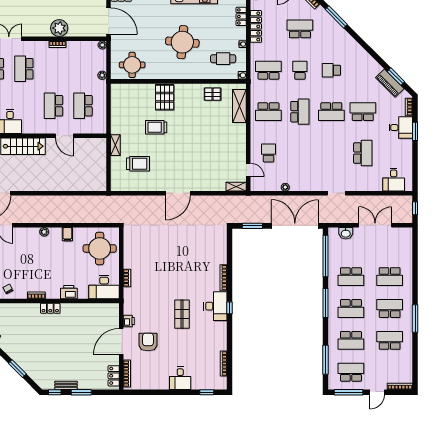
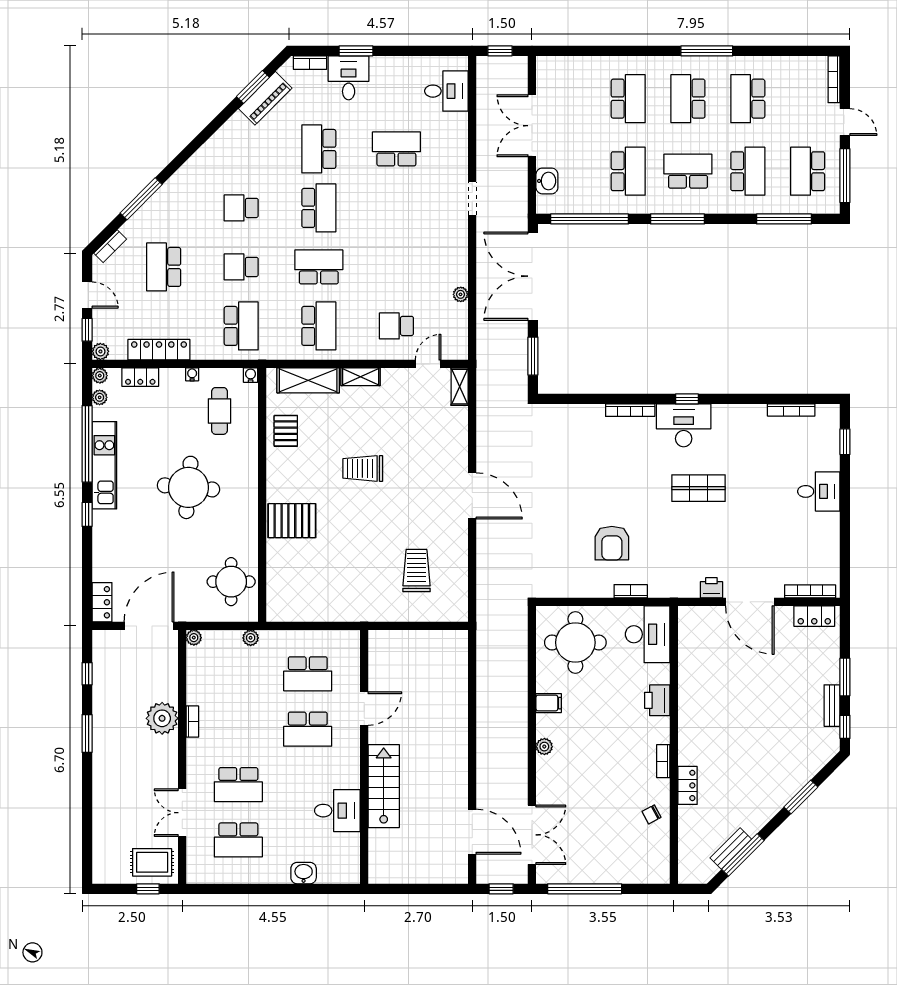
school desk: (268, 70) -> (241, 326), turned 180
school desk: (331, 70) -> (241, 208), turned 90
trolley: (156, 127) -> (363, 468), moved, turned 90
shelving: (115, 145) -> (361, 377), moved
locker: (50, 308) -> (688, 785), moved
school desk: (351, 308) -> (688, 171), turned -90
armchair: (148, 342) -> (612, 543), moved, turned -90

